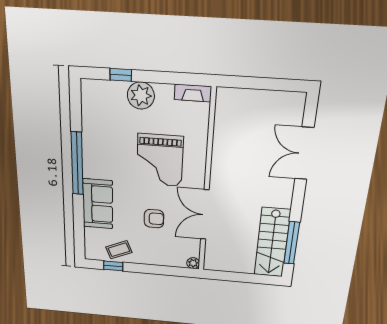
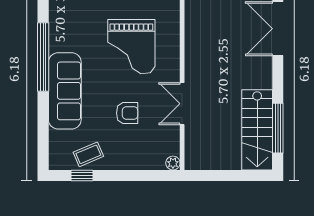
sofa: (98, 204) -> (65, 91), width x1.36
double door: (205, 215) -> (182, 104), width x0.73

